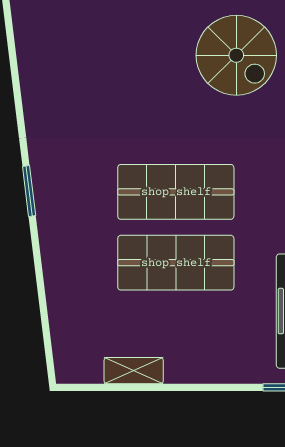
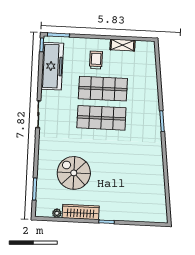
trolley: (196, 331) -> (96, 60), added

